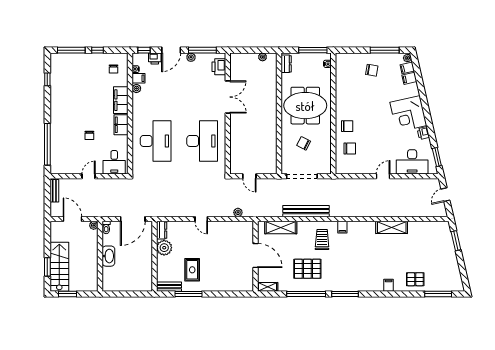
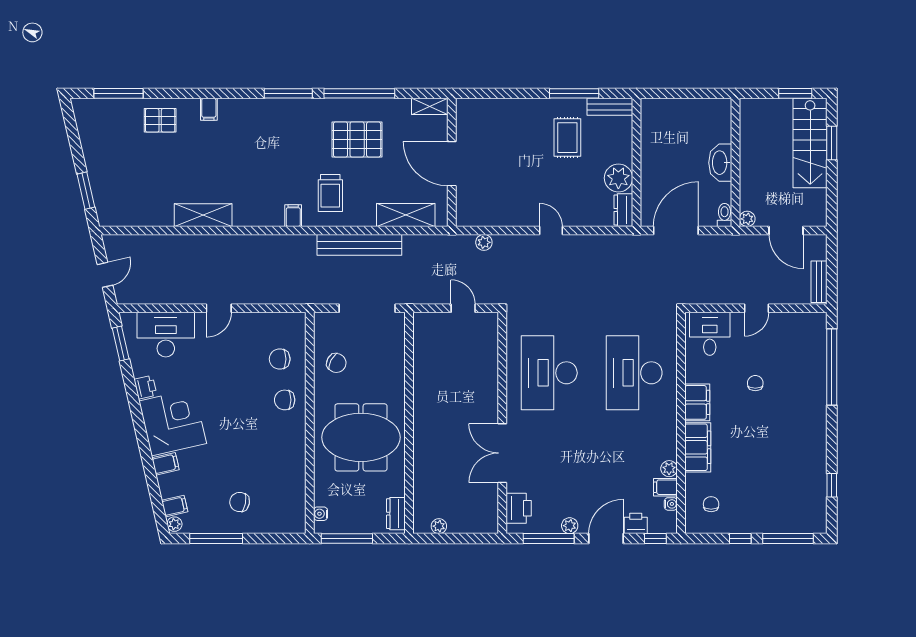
filing cabinet: (409, 78) -> (165, 464), moved
chair: (304, 143) -> (336, 363), moved

